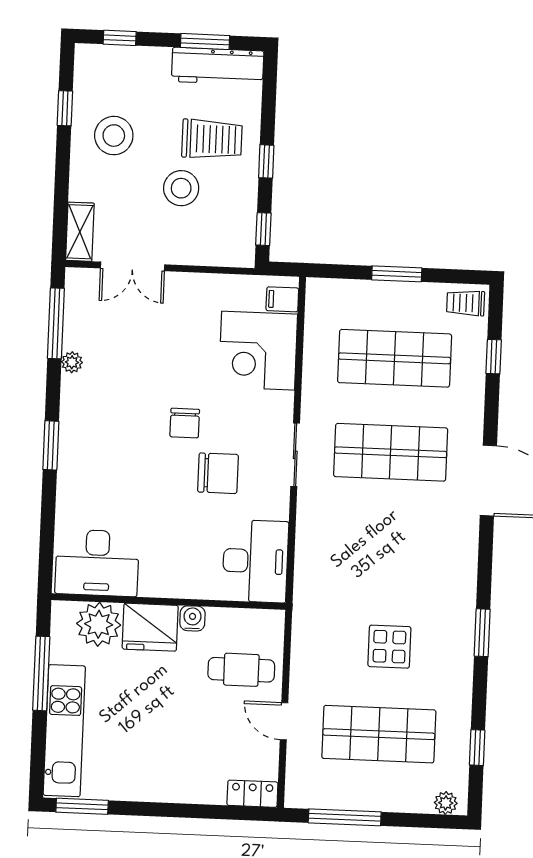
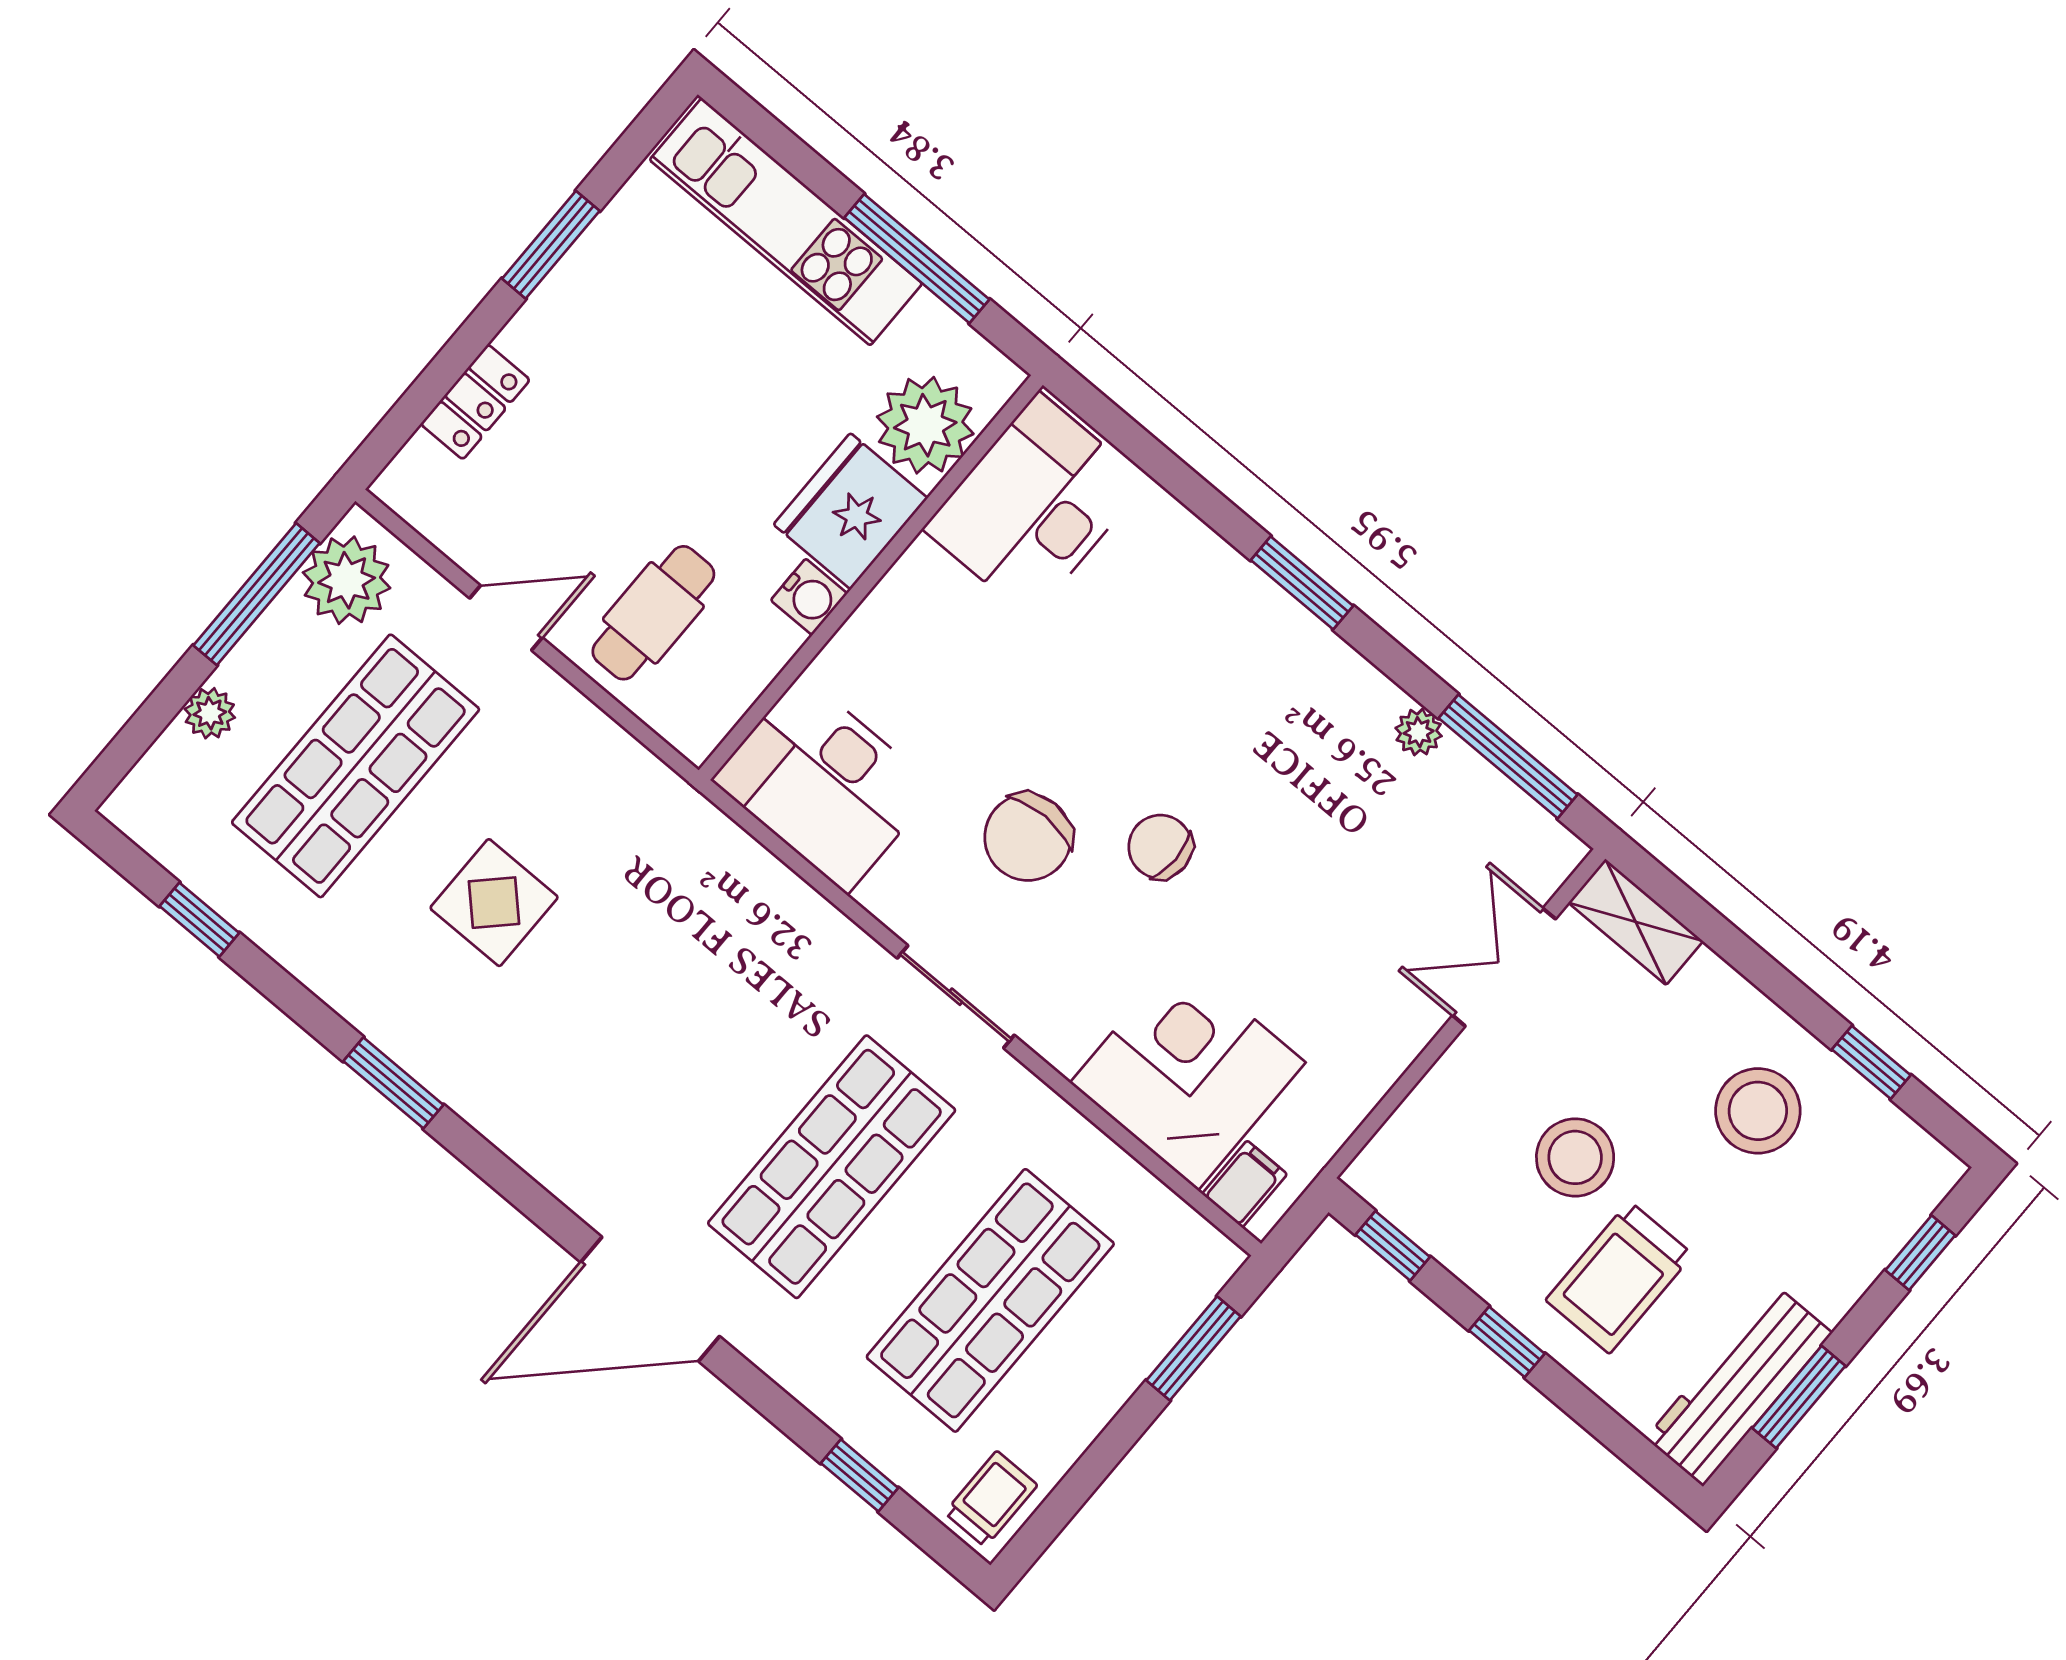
window: (397, 274) -> (1193, 1348), moved
plant: (315, 789) -> (347, 580), added
locker: (252, 794) -> (475, 402), moved
plant: (446, 803) -> (210, 713), moved
window: (82, 806) -> (551, 245), moved

